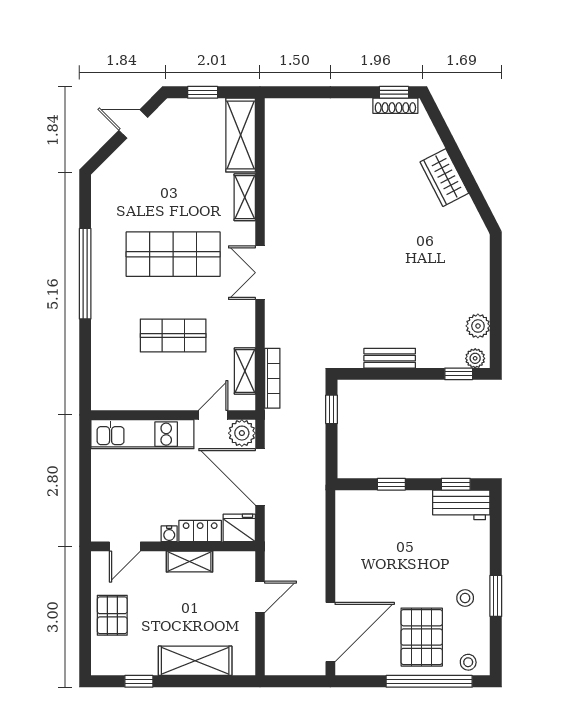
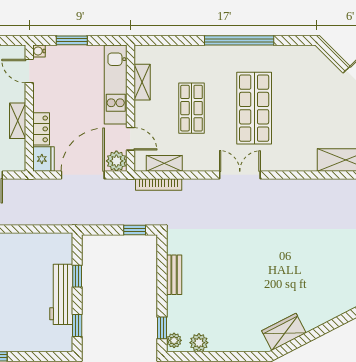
wardrobe: (444, 178) -> (284, 332), moved
shelving: (245, 197) -> (142, 82), moved, turned 90
window: (85, 491) -> (72, 40), added
workbench: (461, 505) -> (61, 294), moved, width x1.38
water cooler: (169, 534) -> (39, 51), moved

